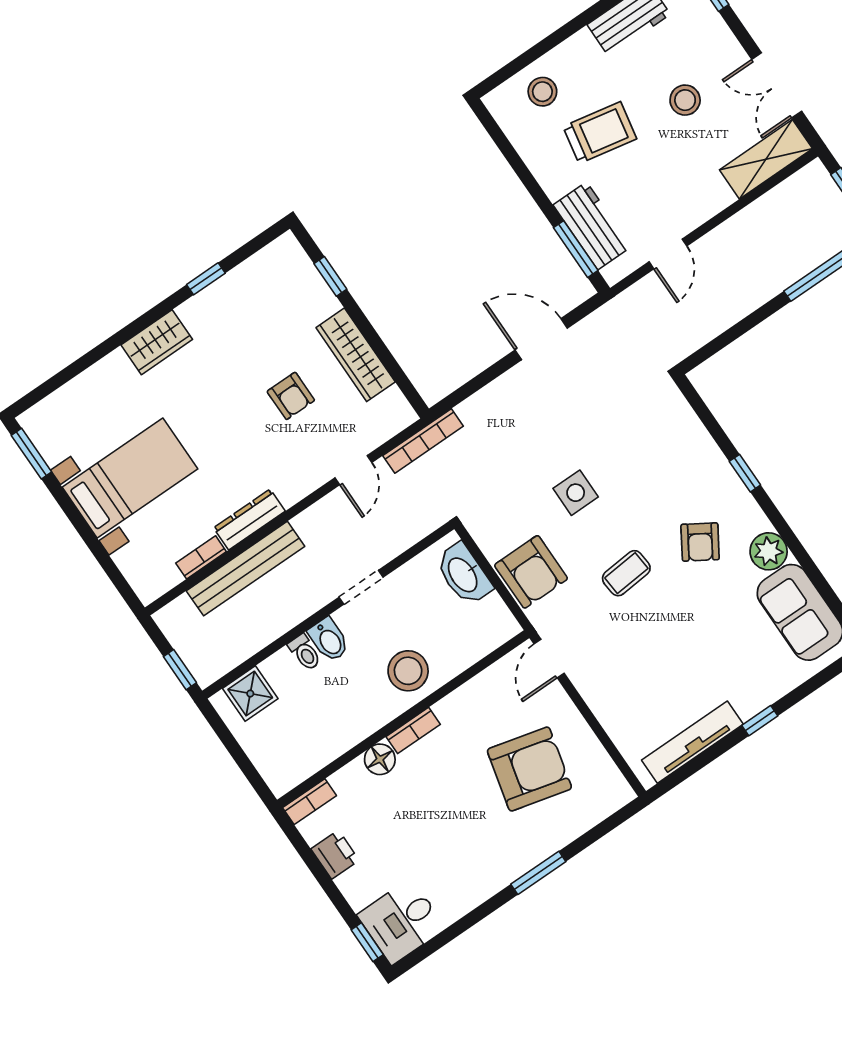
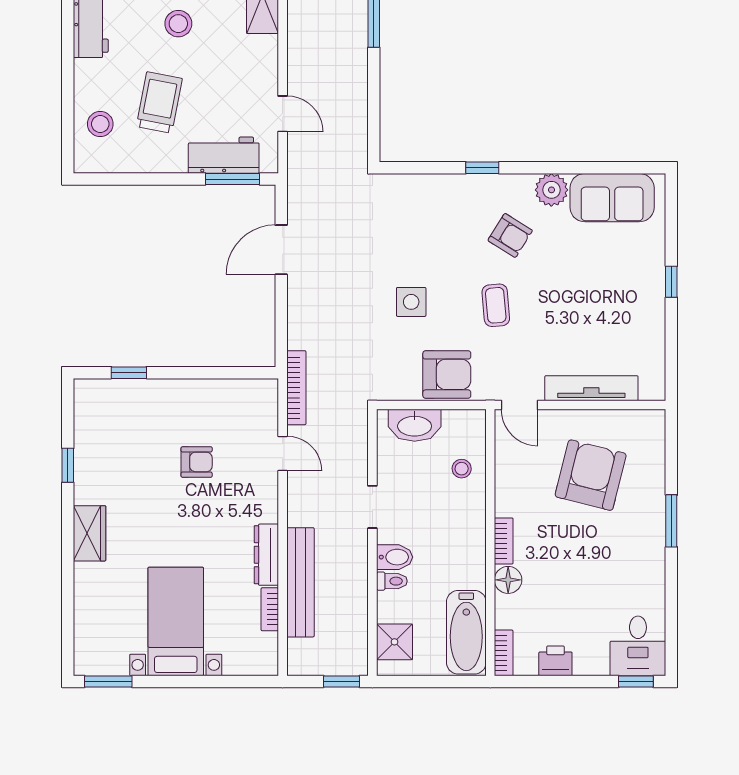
wardrobe: (356, 355) -> (199, 394), removed
stool: (408, 671) -> (462, 469), moved, width x0.53, depth x0.53
tv unit: (692, 742) -> (591, 388), moved, turned 90
bathtub: (305, 754) -> (466, 632), added

